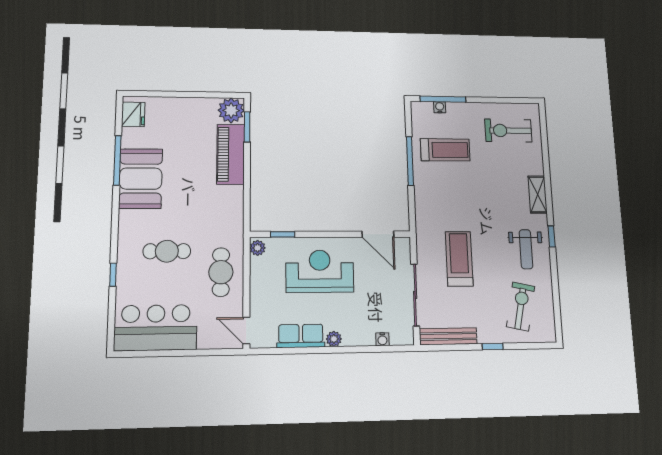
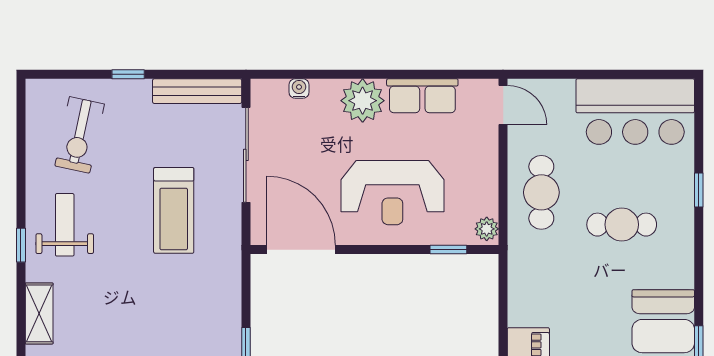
door: (378, 234) -> (301, 250), width x1.36
plant: (334, 339) -> (363, 101), width x1.88, depth x1.88

